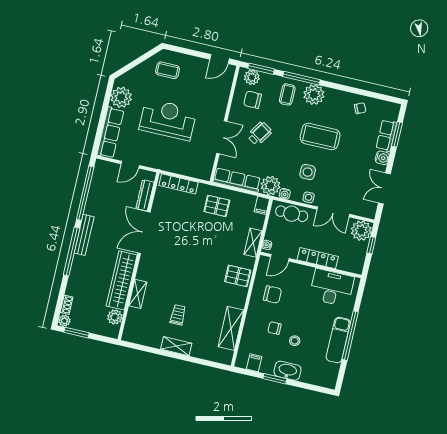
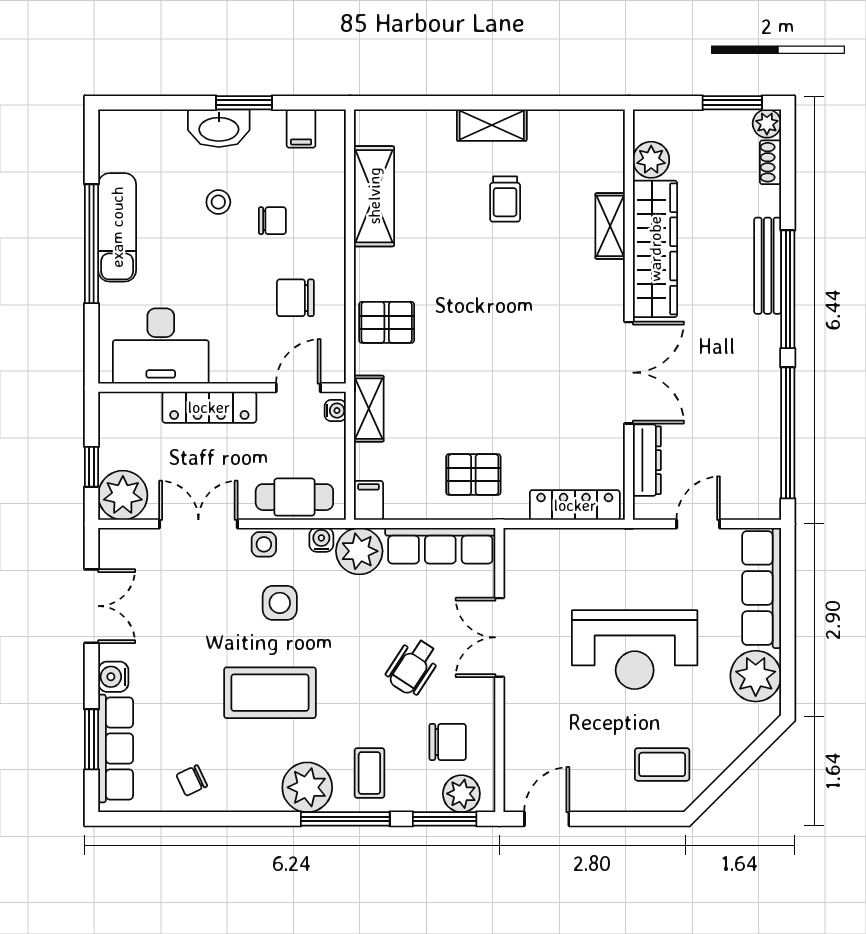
row of seats: (386, 135) -> (116, 749), width x1.48
bench: (84, 235) -> (768, 266), moved

